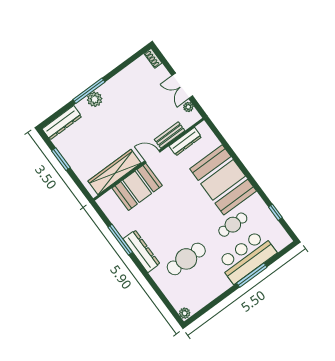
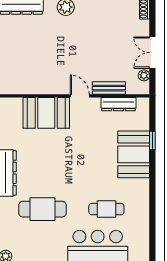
wardrobe: (114, 172) -> (36, 85), removed
booth: (223, 180) -> (134, 154), width x0.73, depth x0.70
window: (275, 212) -> (152, 140), moved

